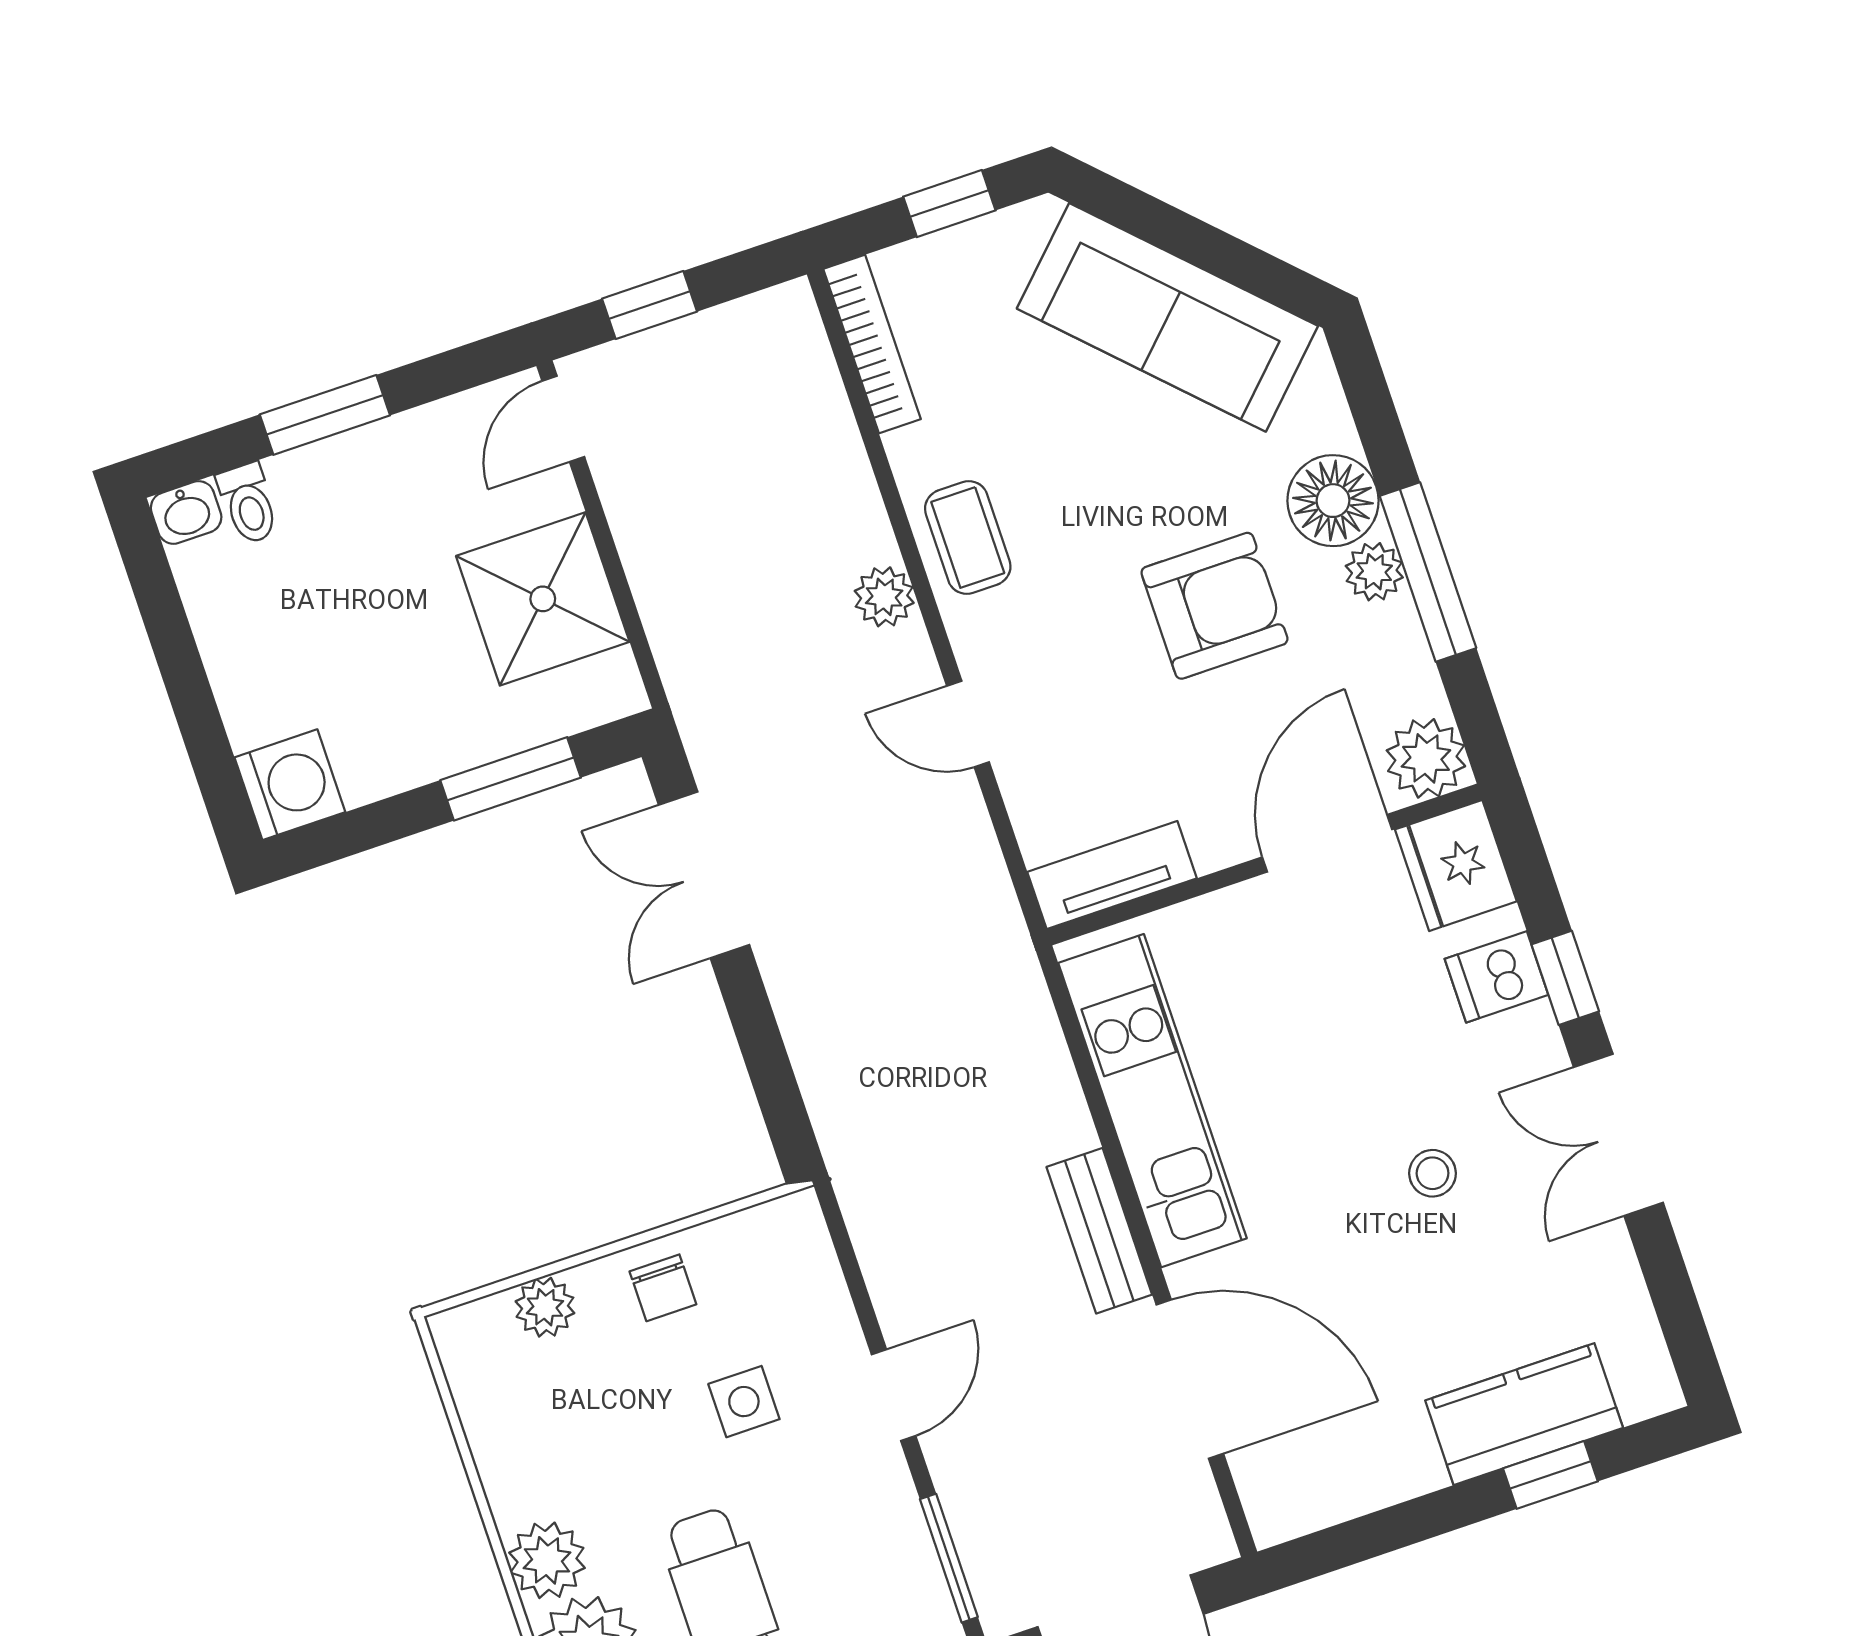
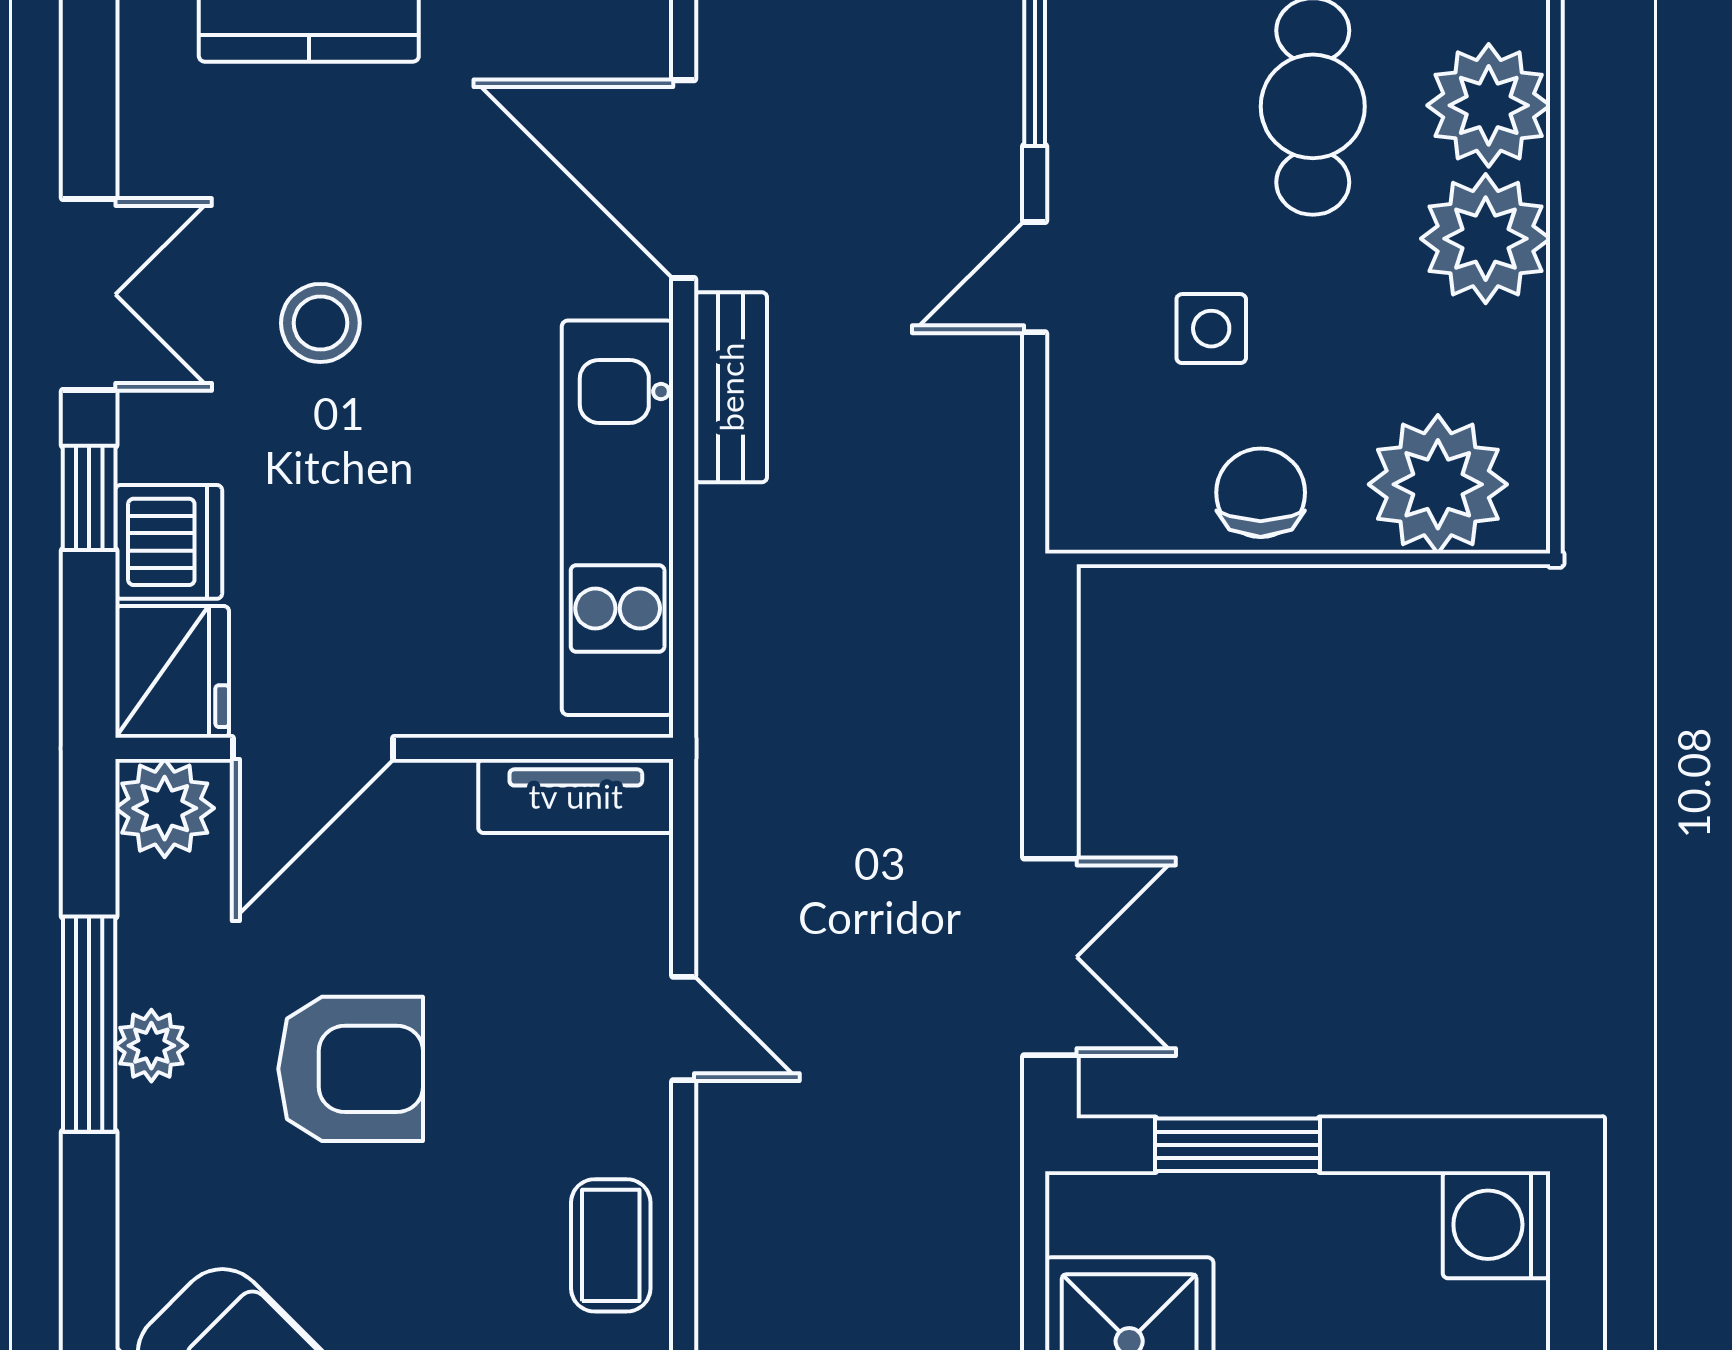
floor lamp: (1333, 501) -> (171, 1145), removed
plant: (884, 597) -> (731, 1209), removed
armchair: (1214, 606) -> (351, 1069), turned 180
dishwasher: (1496, 977) -> (169, 542), width x1.38
stool: (1433, 1173) -> (320, 323), width x1.37, depth x1.37
chair: (663, 1288) -> (1261, 493), width x1.37, depth x1.37
plant: (545, 1307) -> (1438, 484), width x1.88, depth x1.88
plant: (547, 1560) -> (1486, 239), width x1.36, depth x1.36

